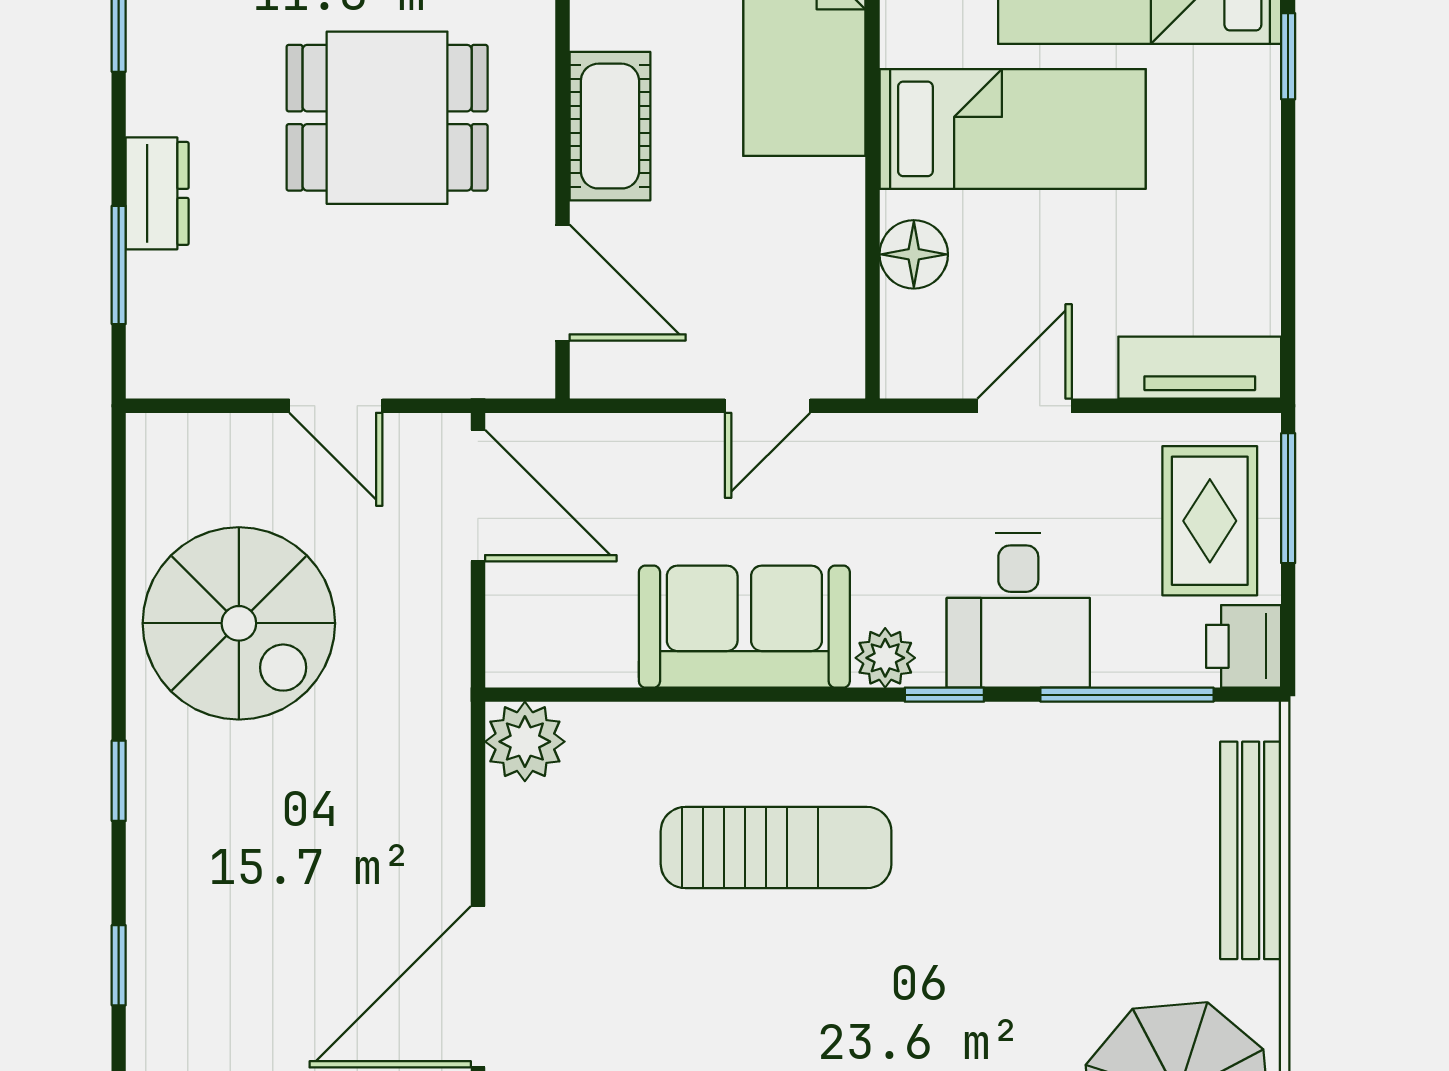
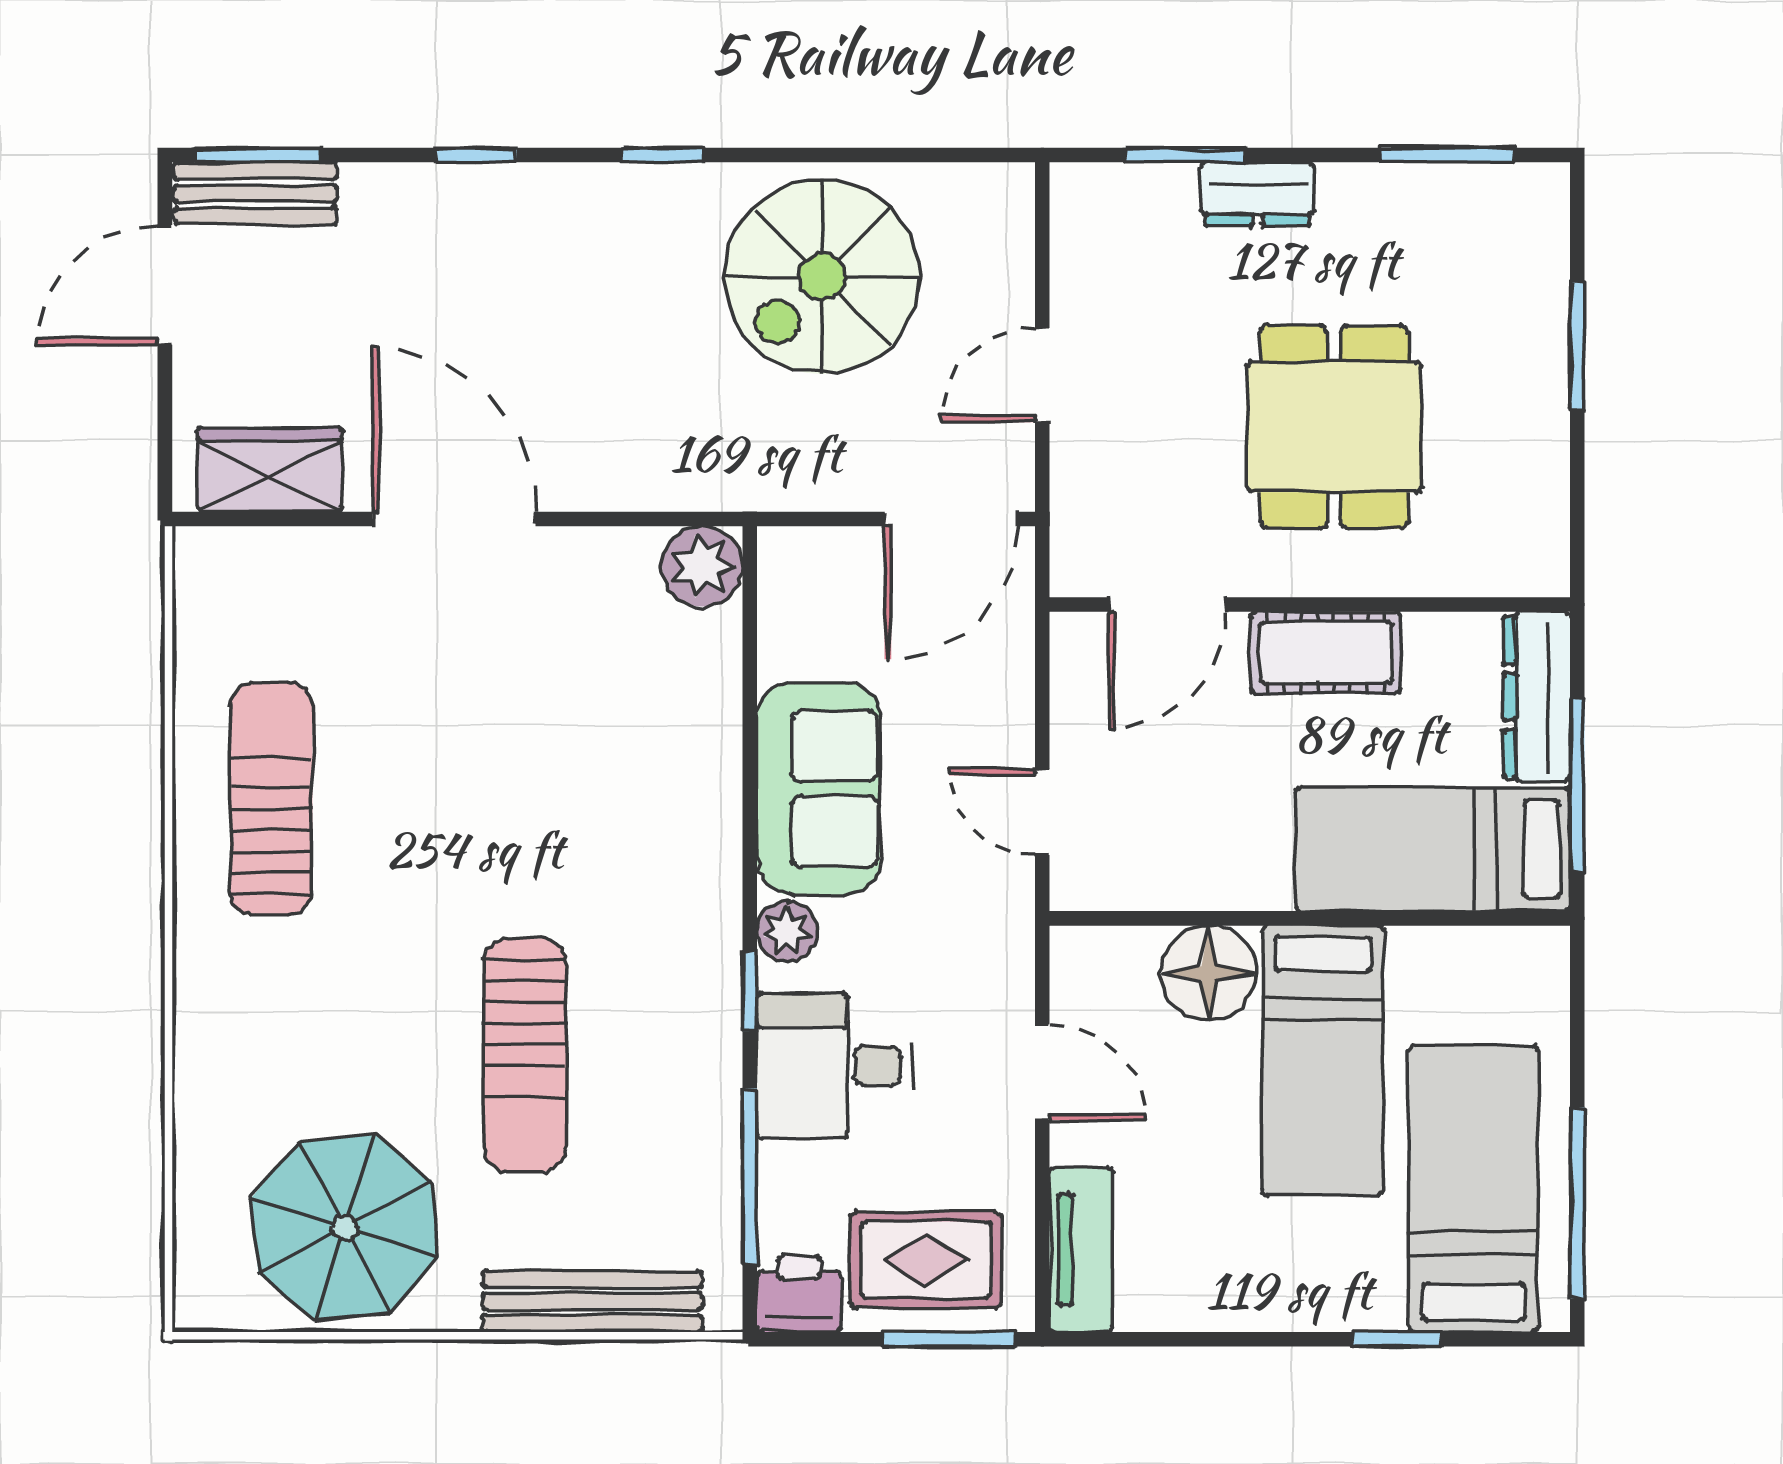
floor lamp: (914, 254) -> (1209, 973), width x1.38, depth x1.38
sun lounger: (776, 848) -> (525, 1055), moved

